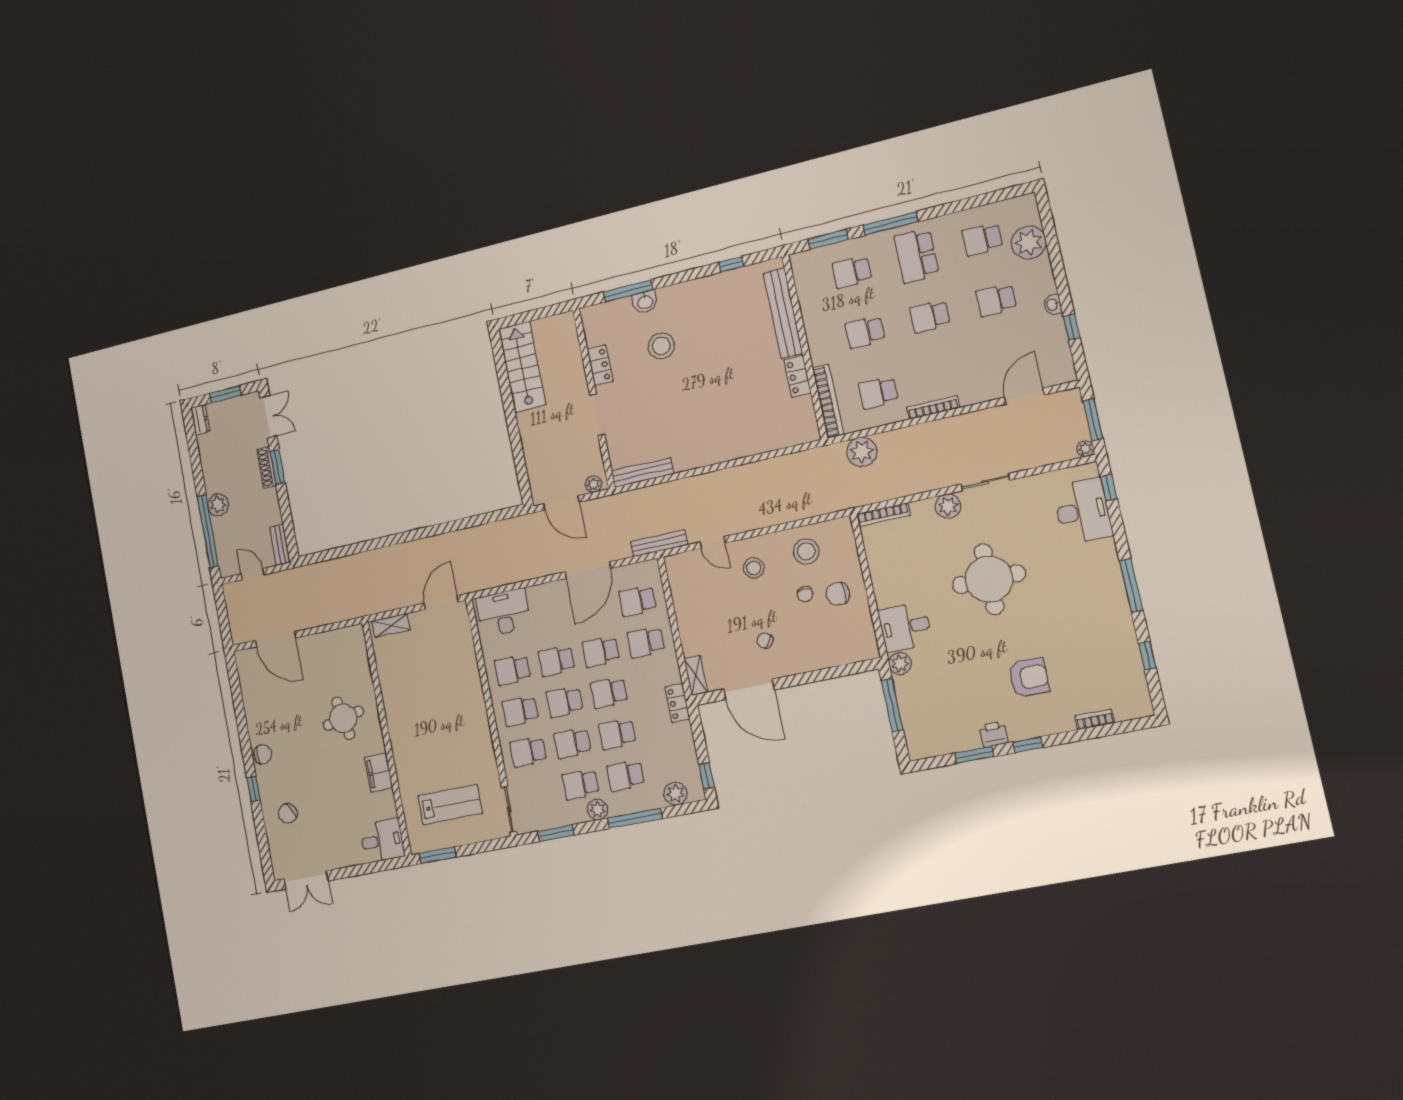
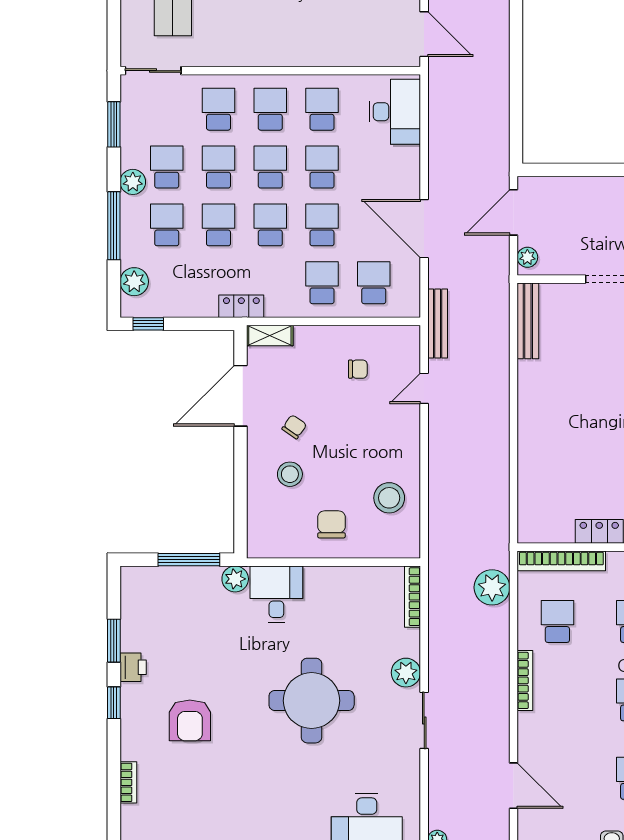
stool: (754, 568) -> (290, 474), moved
chair: (805, 594) -> (358, 369), moved, turned 180

